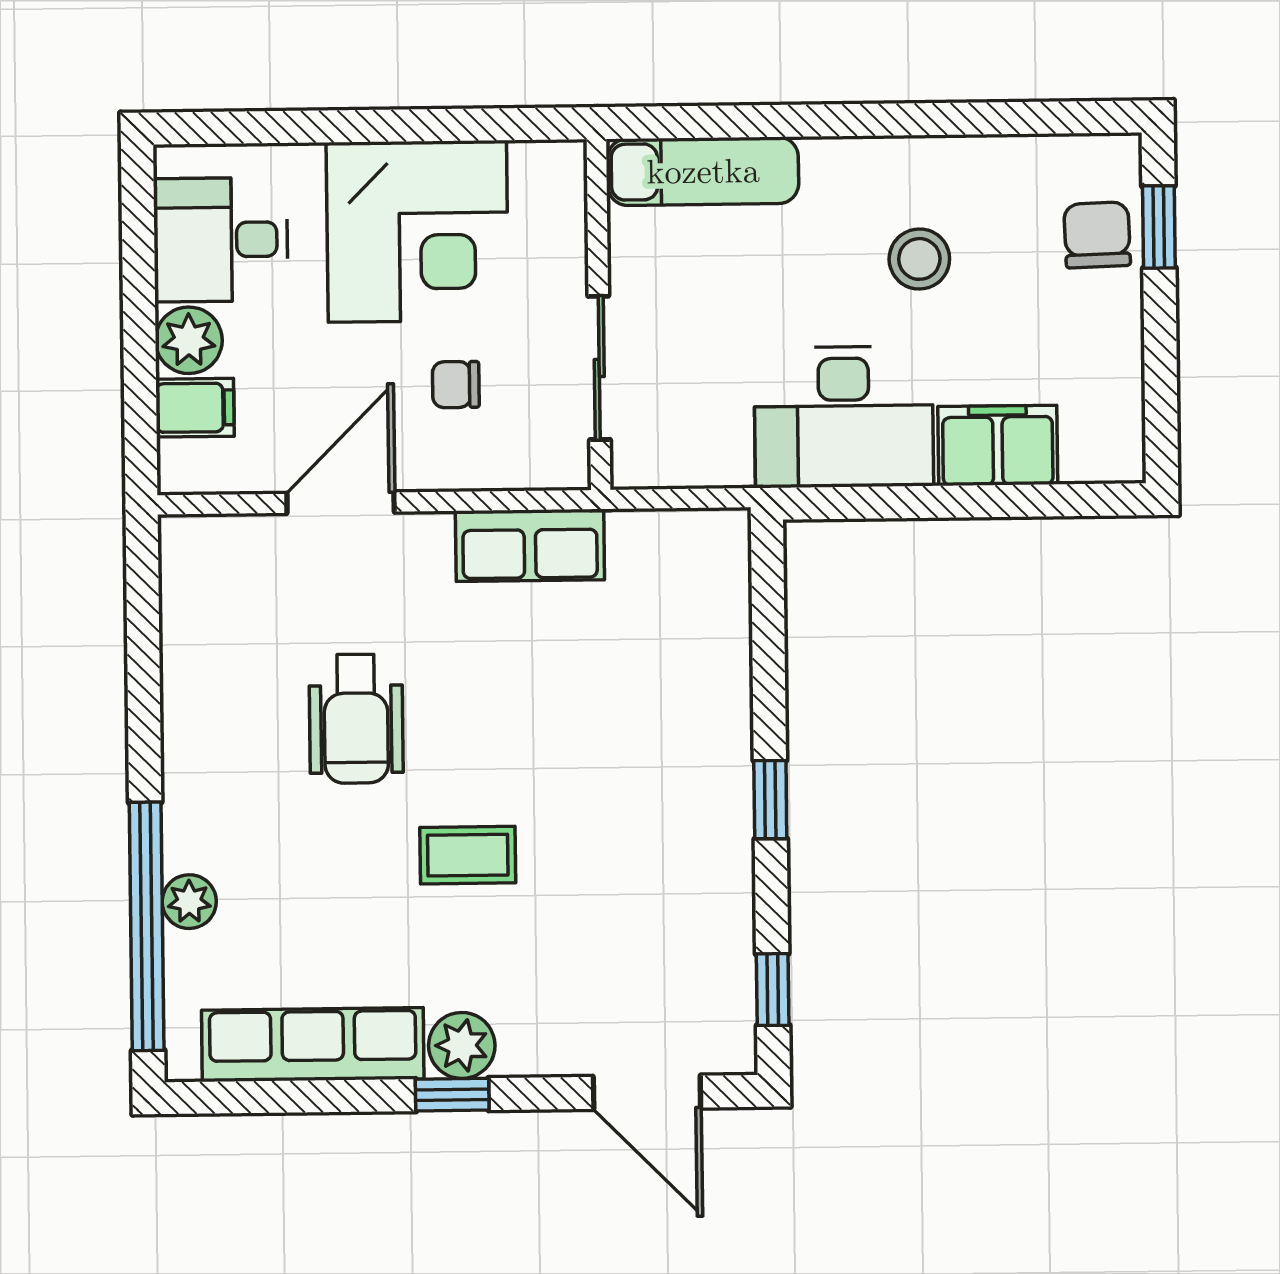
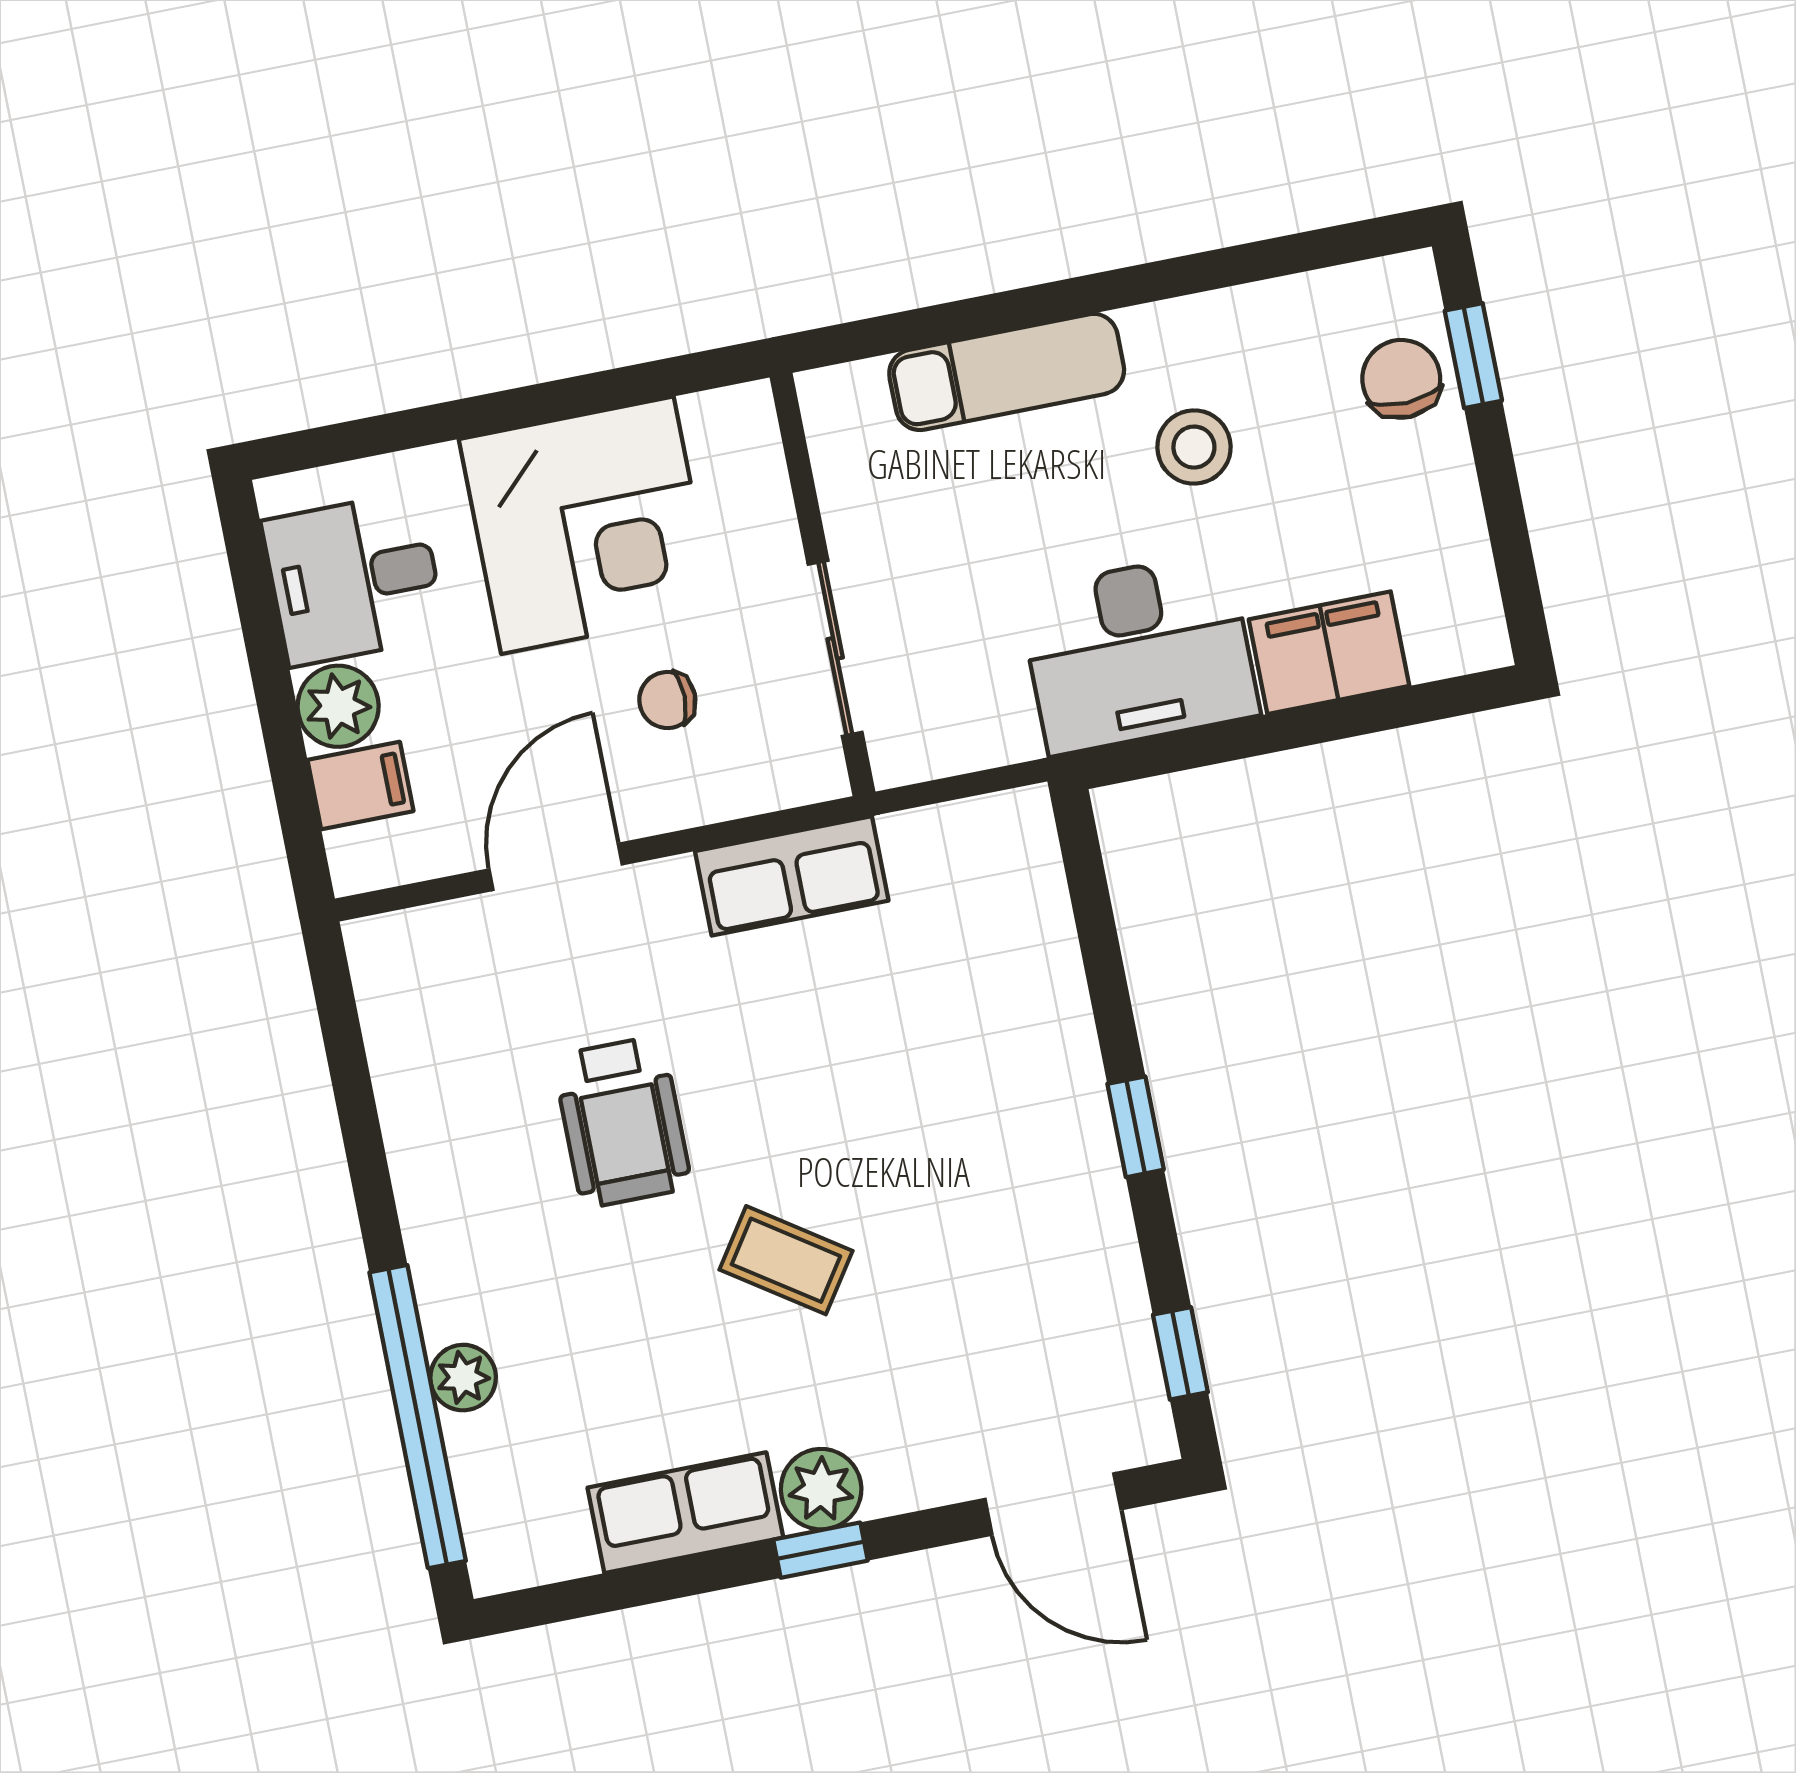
exam couch: (703, 171) -> (1007, 372), moved
coffee table: (468, 855) -> (786, 1260), turned 34
row of seats: (313, 1045) -> (685, 1513), width x0.68

